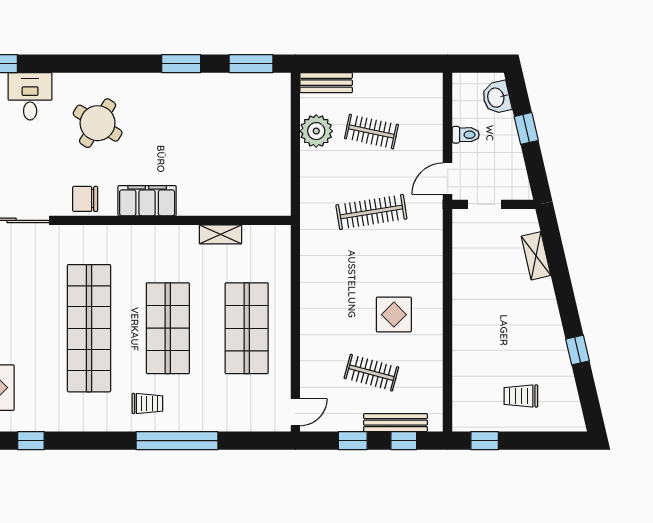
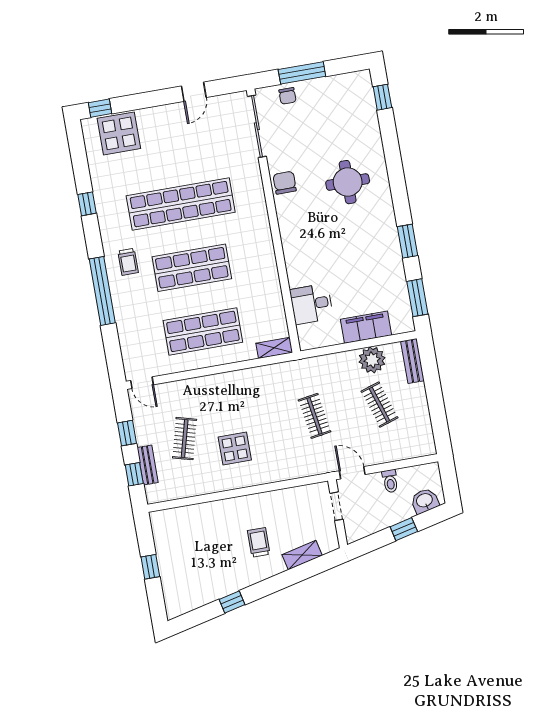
desk: (30, 96) -> (311, 304), moved, turned 180
round table: (98, 123) -> (348, 182), turned -32
clothes rail: (371, 132) -> (379, 405), turned -30
filing cabinet: (147, 201) -> (366, 327), moved, turned -90
clothes rail: (371, 212) -> (314, 416), width x0.73
shelving: (220, 234) -> (274, 348), moved, turned 90
trolley: (521, 396) -> (259, 542), moved
bench: (395, 423) -> (148, 465), width x0.73
window: (31, 441) -> (87, 204), moved
window: (485, 441) -> (150, 567), moved

